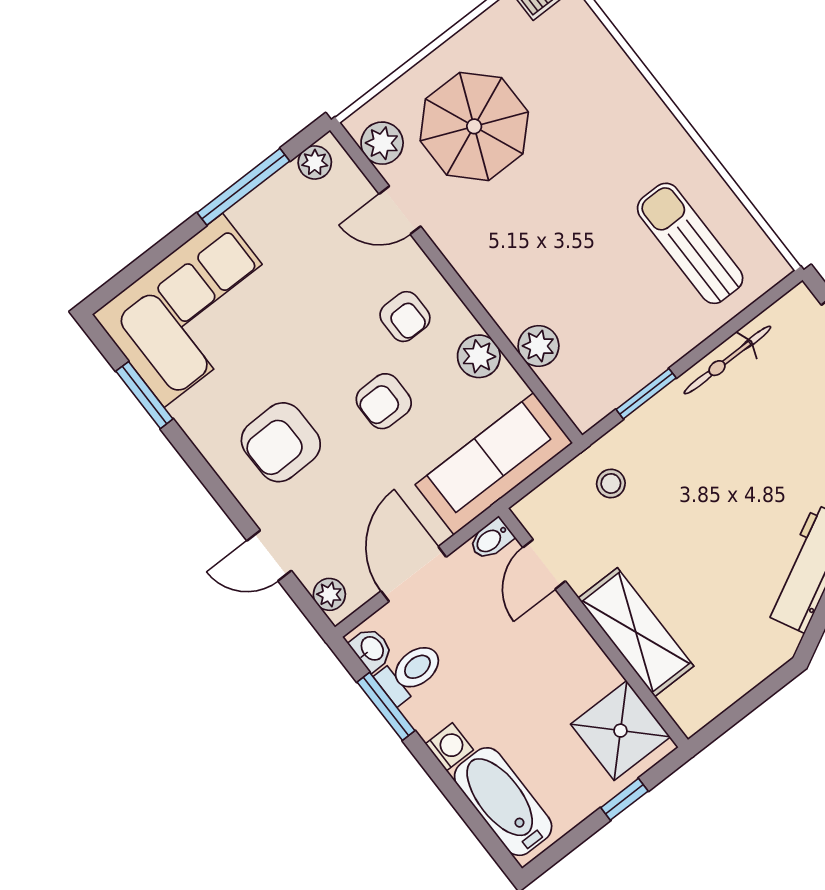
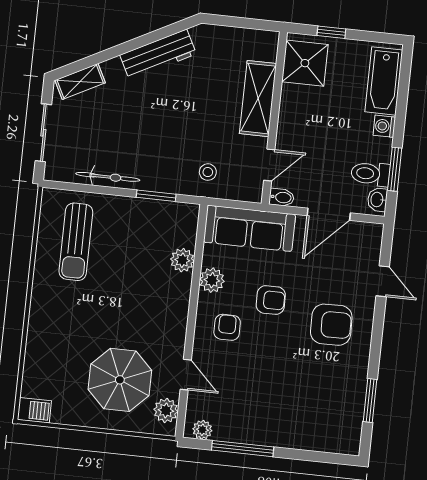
corner sofa: (193, 310) -> (314, 417), removed
plant: (329, 594) -> (373, 240), removed

